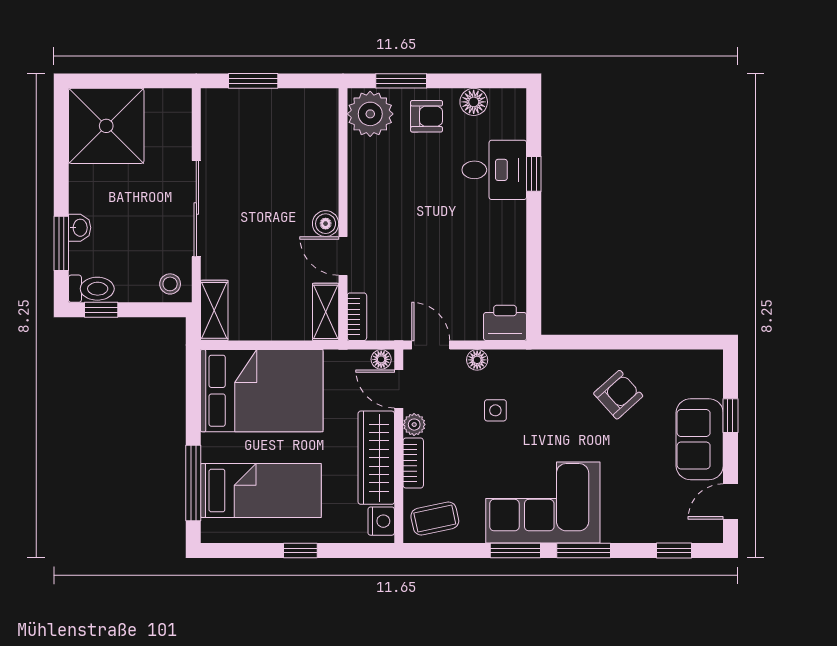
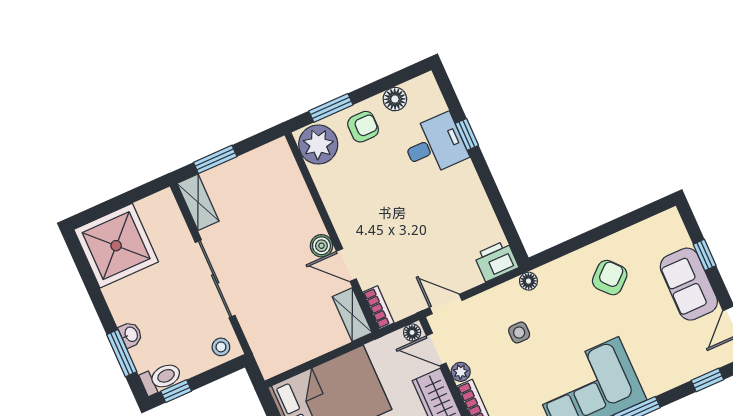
shelving: (214, 310) -> (198, 202), moved
floor lamp: (477, 360) -> (528, 281), moved

